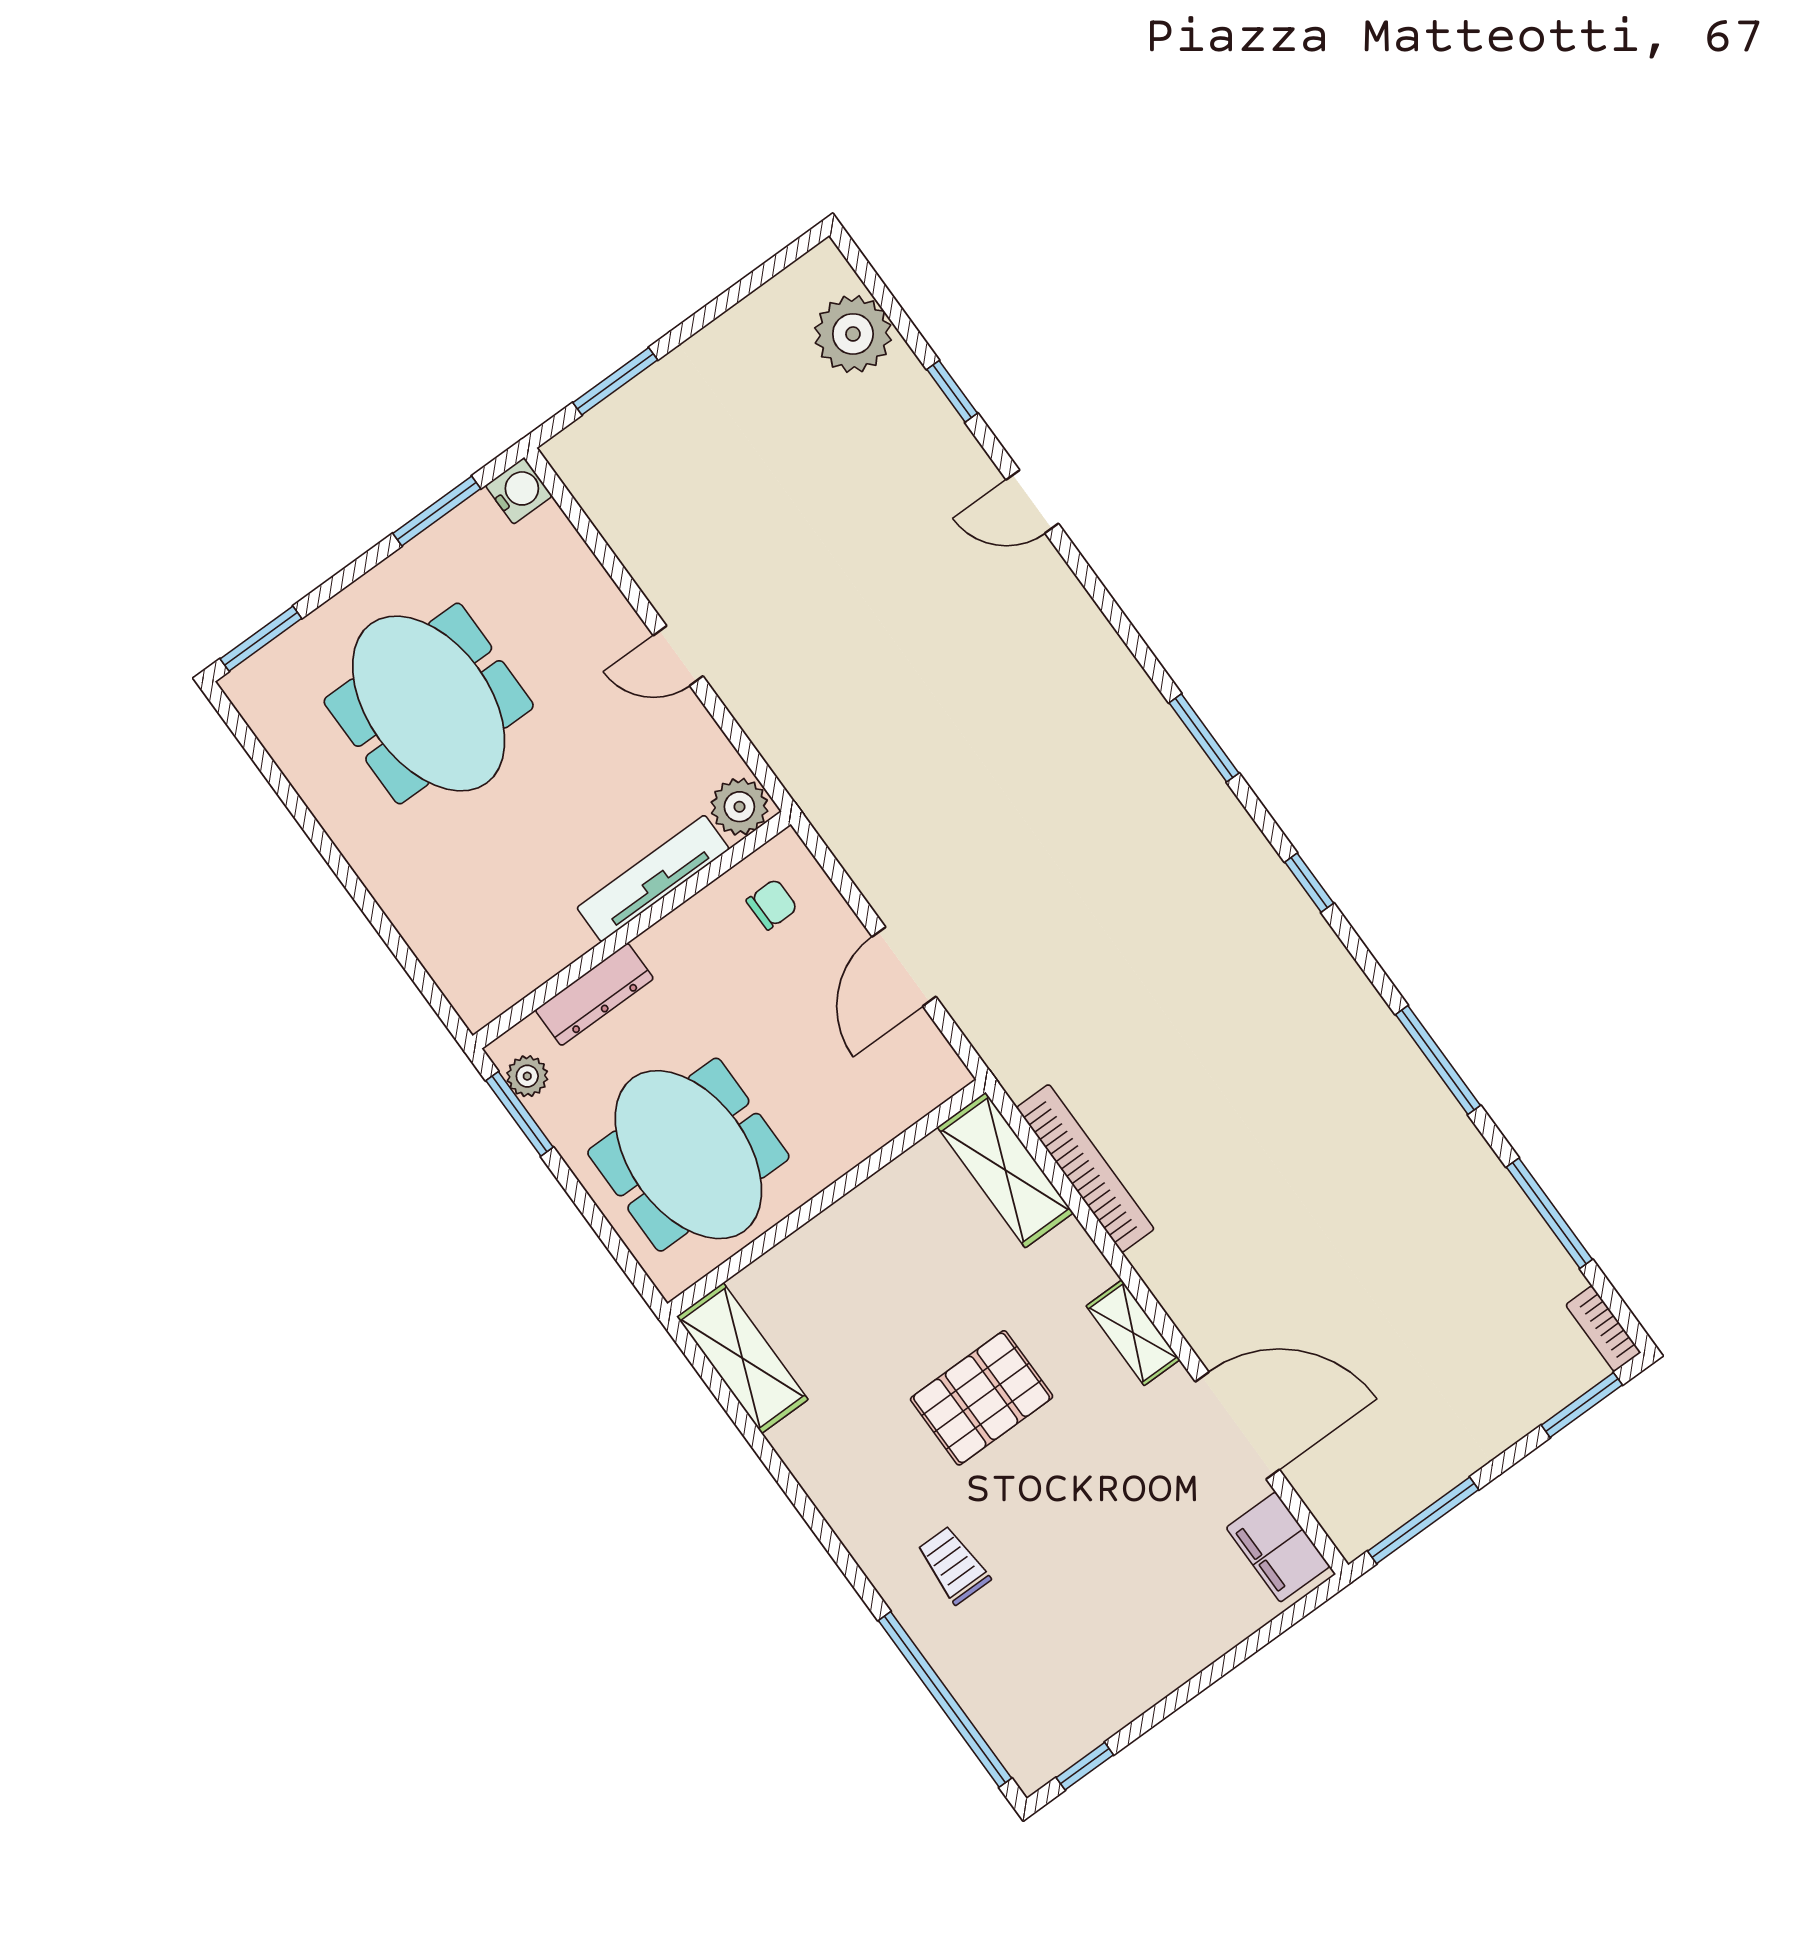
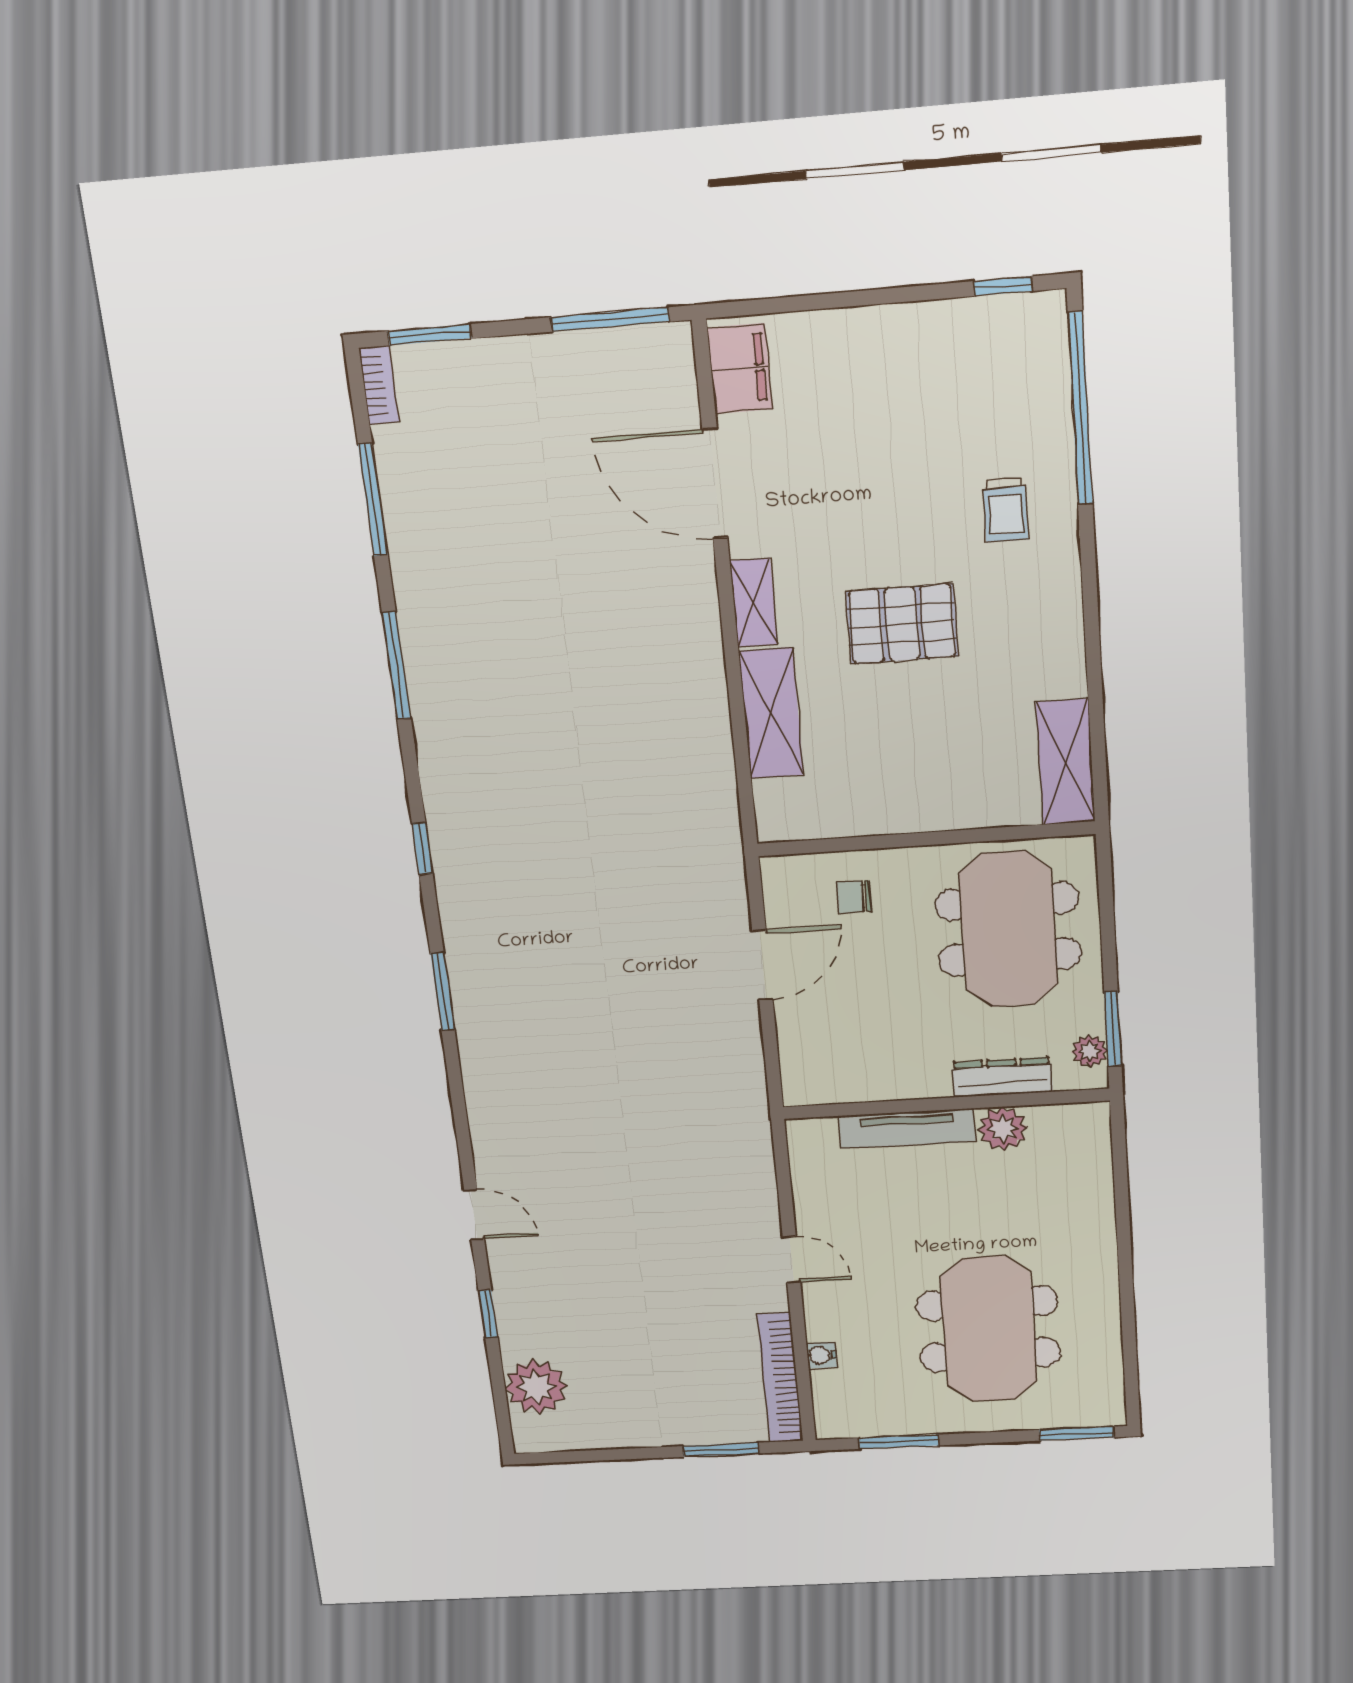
water cooler: (519, 491) -> (822, 1355), moved, width x0.72, depth x0.72
plant: (739, 807) -> (1003, 1129), moved
chair: (772, 904) -> (854, 897), moved
bookcase: (1085, 1168) -> (780, 1378), moved
shelving: (1005, 1170) -> (771, 713), moved

